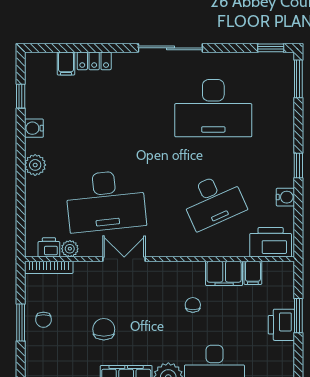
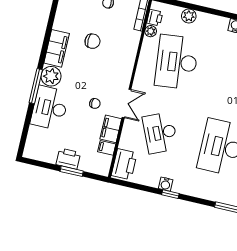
plant: (35, 165) -> (189, 16), moved
water cooler: (285, 197) -> (166, 184), moved
double door: (124, 259) -> (127, 103), moved

